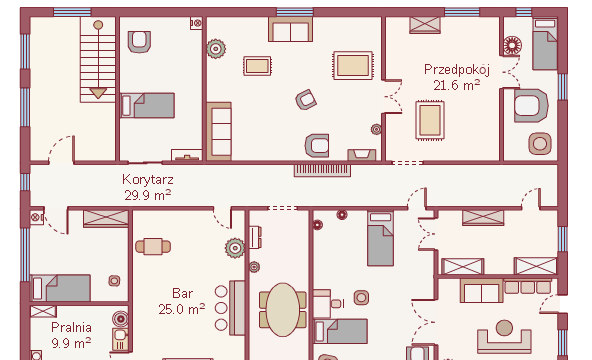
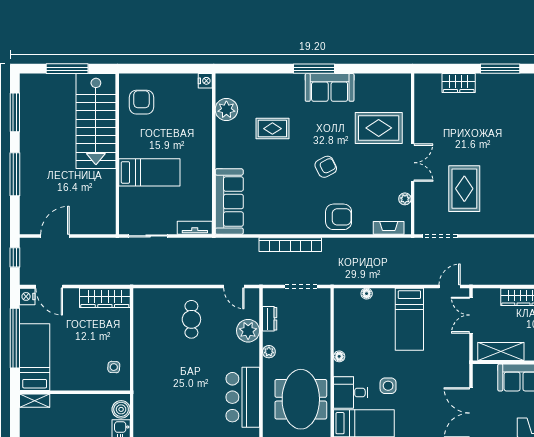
sofa: (291, 29) -> (330, 87), moved
bookcase: (322, 171) -> (290, 245), moved
floor lamp: (317, 225) -> (339, 356), moved
cafe table: (153, 247) -> (191, 319), moved, turned 90
bed: (60, 289) -> (35, 357), moved, turned -90

